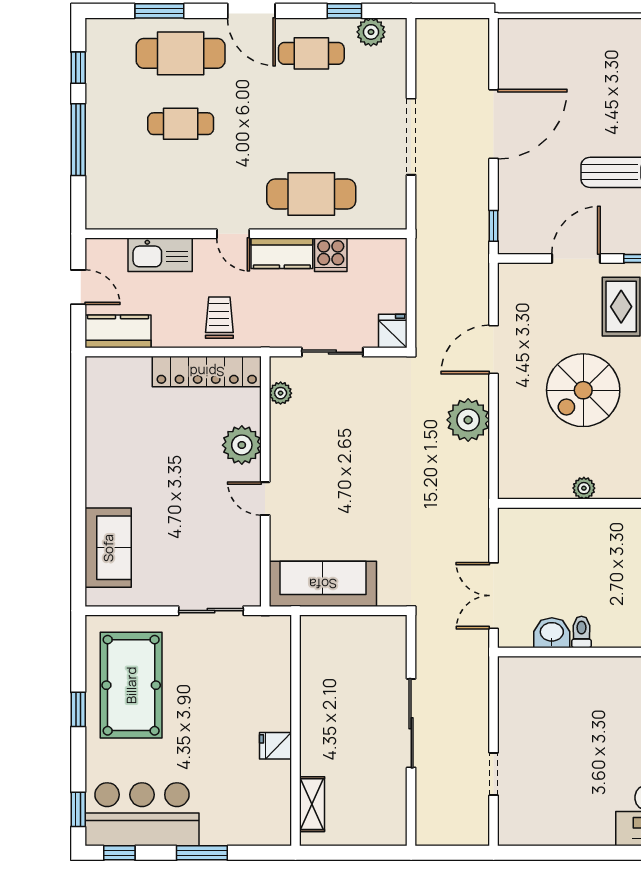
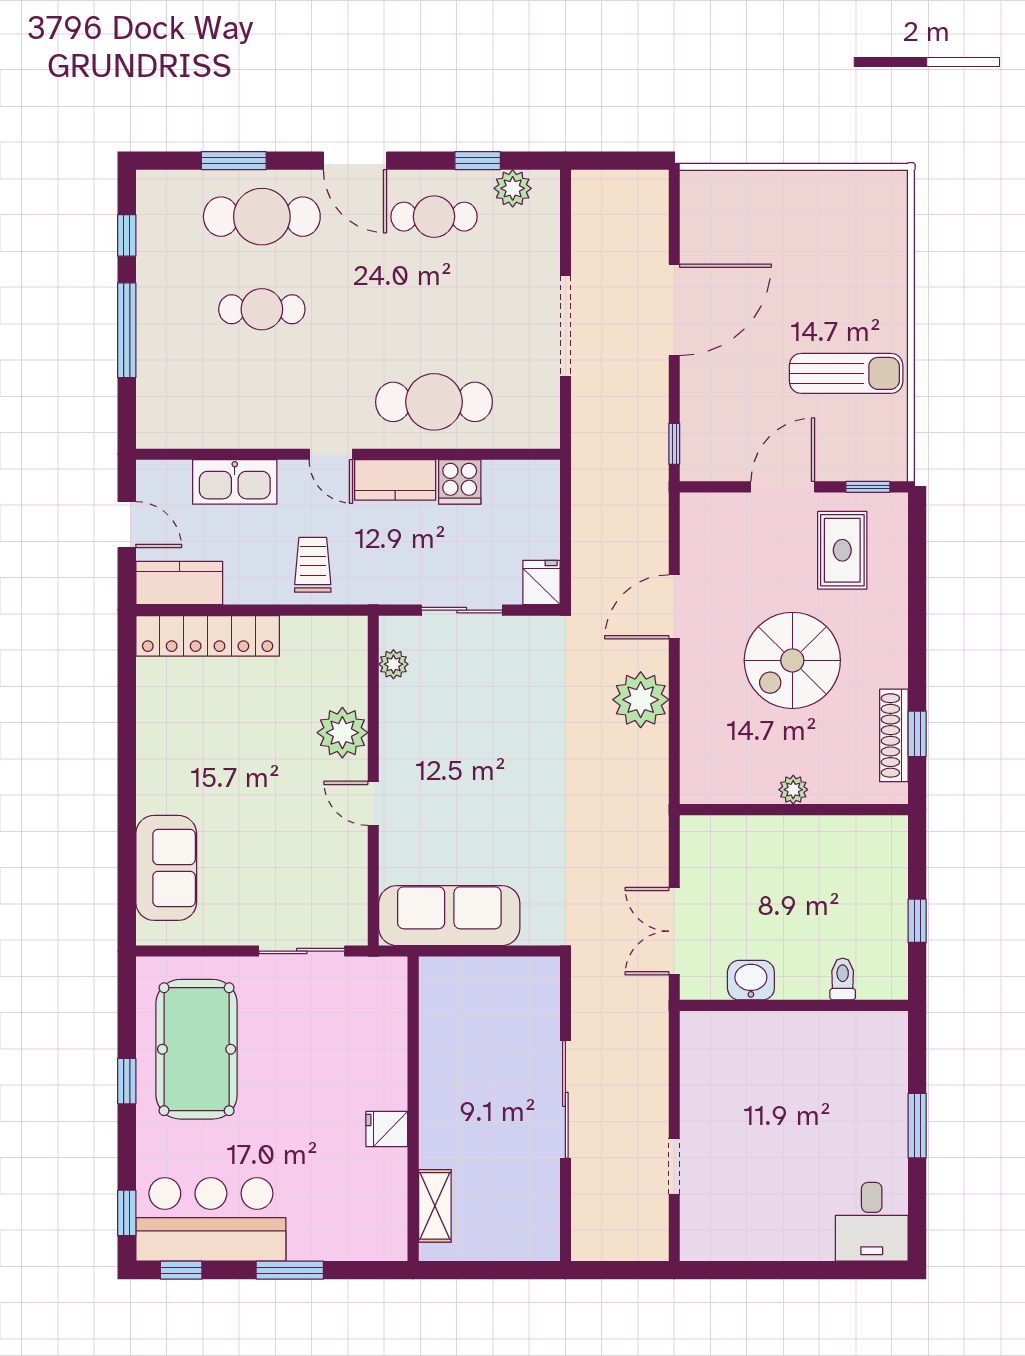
locker: (207, 372) -> (208, 636), moved
toilet: (581, 632) -> (843, 979), moved

